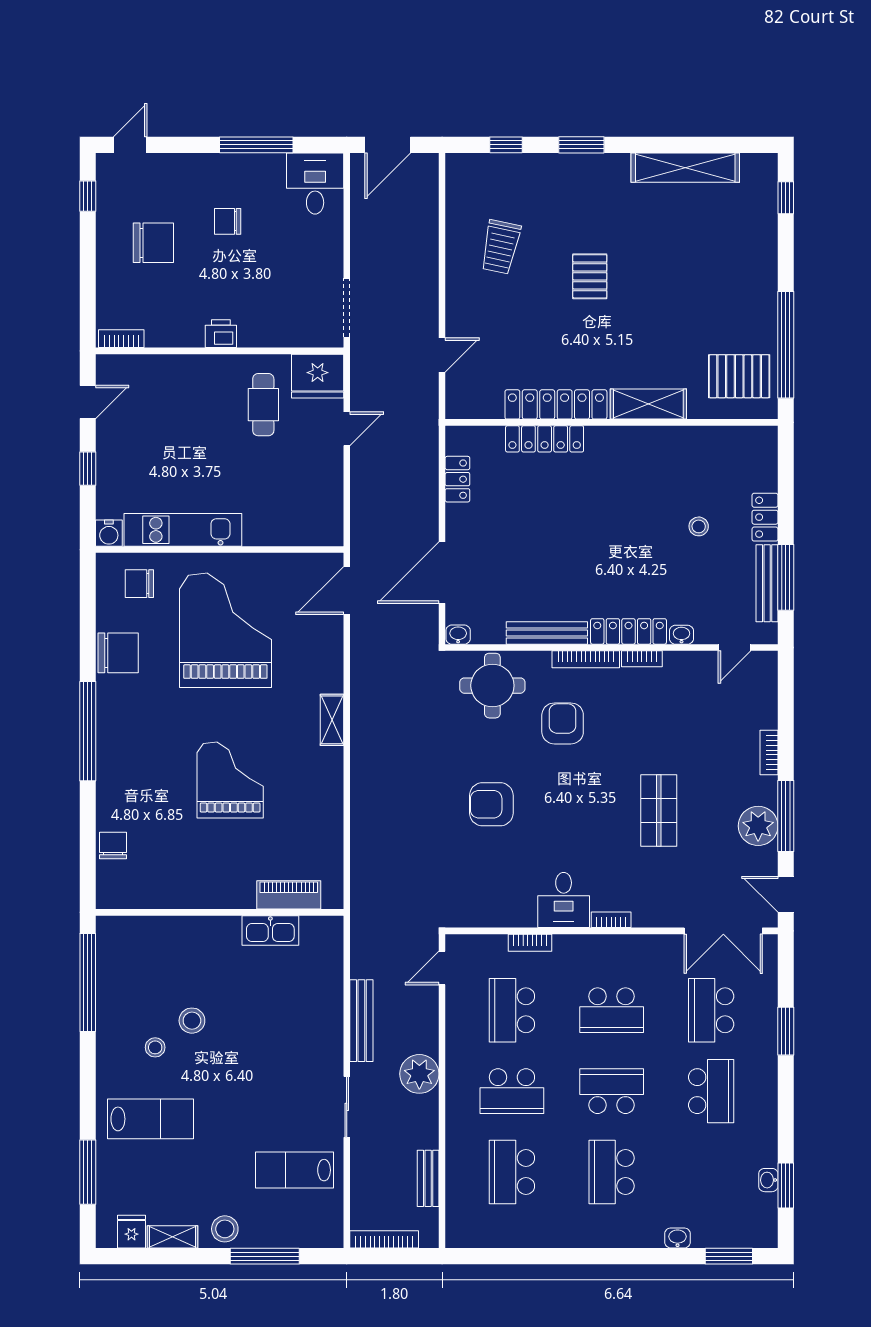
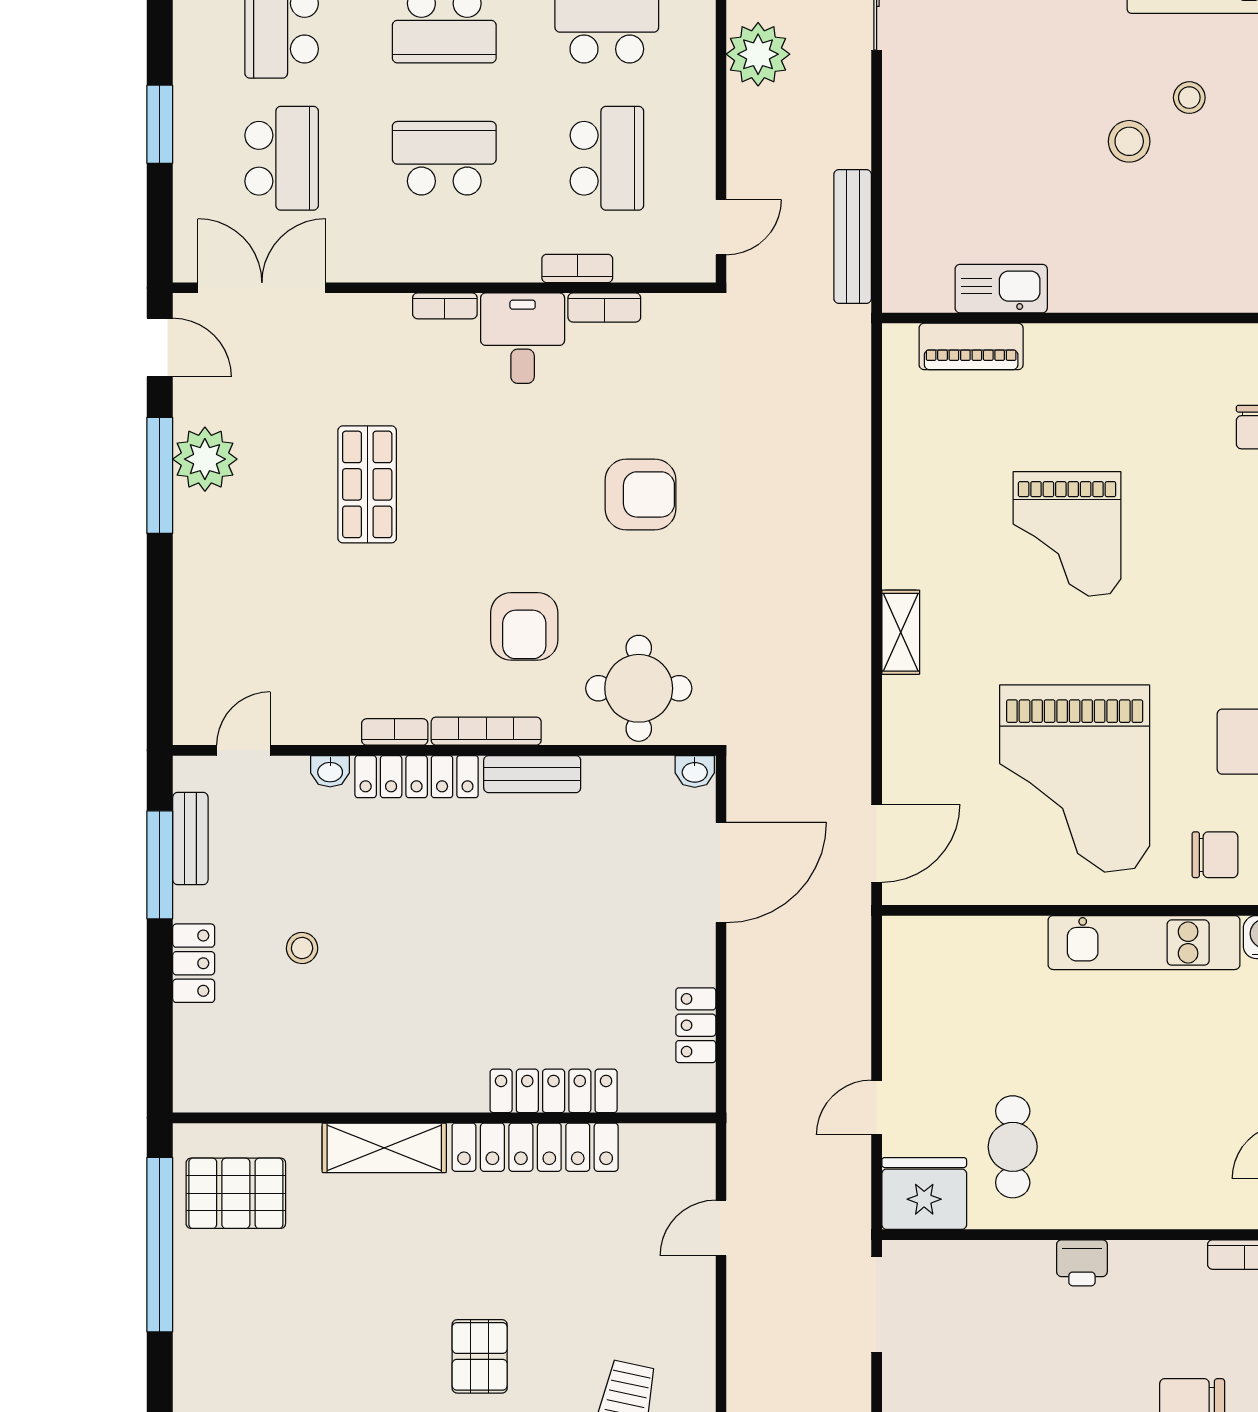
bench: (767, 583) -> (190, 839), width x0.73
bench: (547, 633) -> (532, 774), width x0.73
bookcase: (769, 753) -> (604, 307), moved, turned 90
bench: (361, 1021) -> (853, 237), moved

